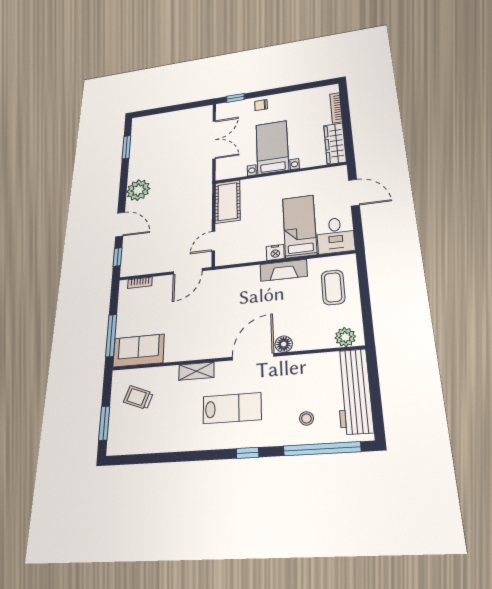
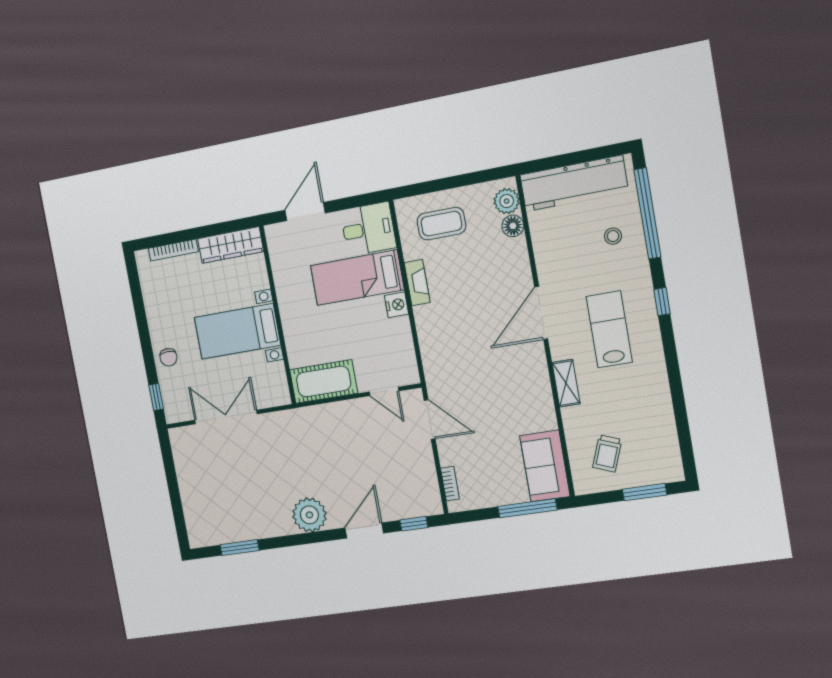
fireplace: (284, 270) -> (417, 283), width x0.73, depth x0.76
floor lamp: (284, 344) -> (513, 226), moved
door: (253, 357) -> (541, 313), hinge flipped

